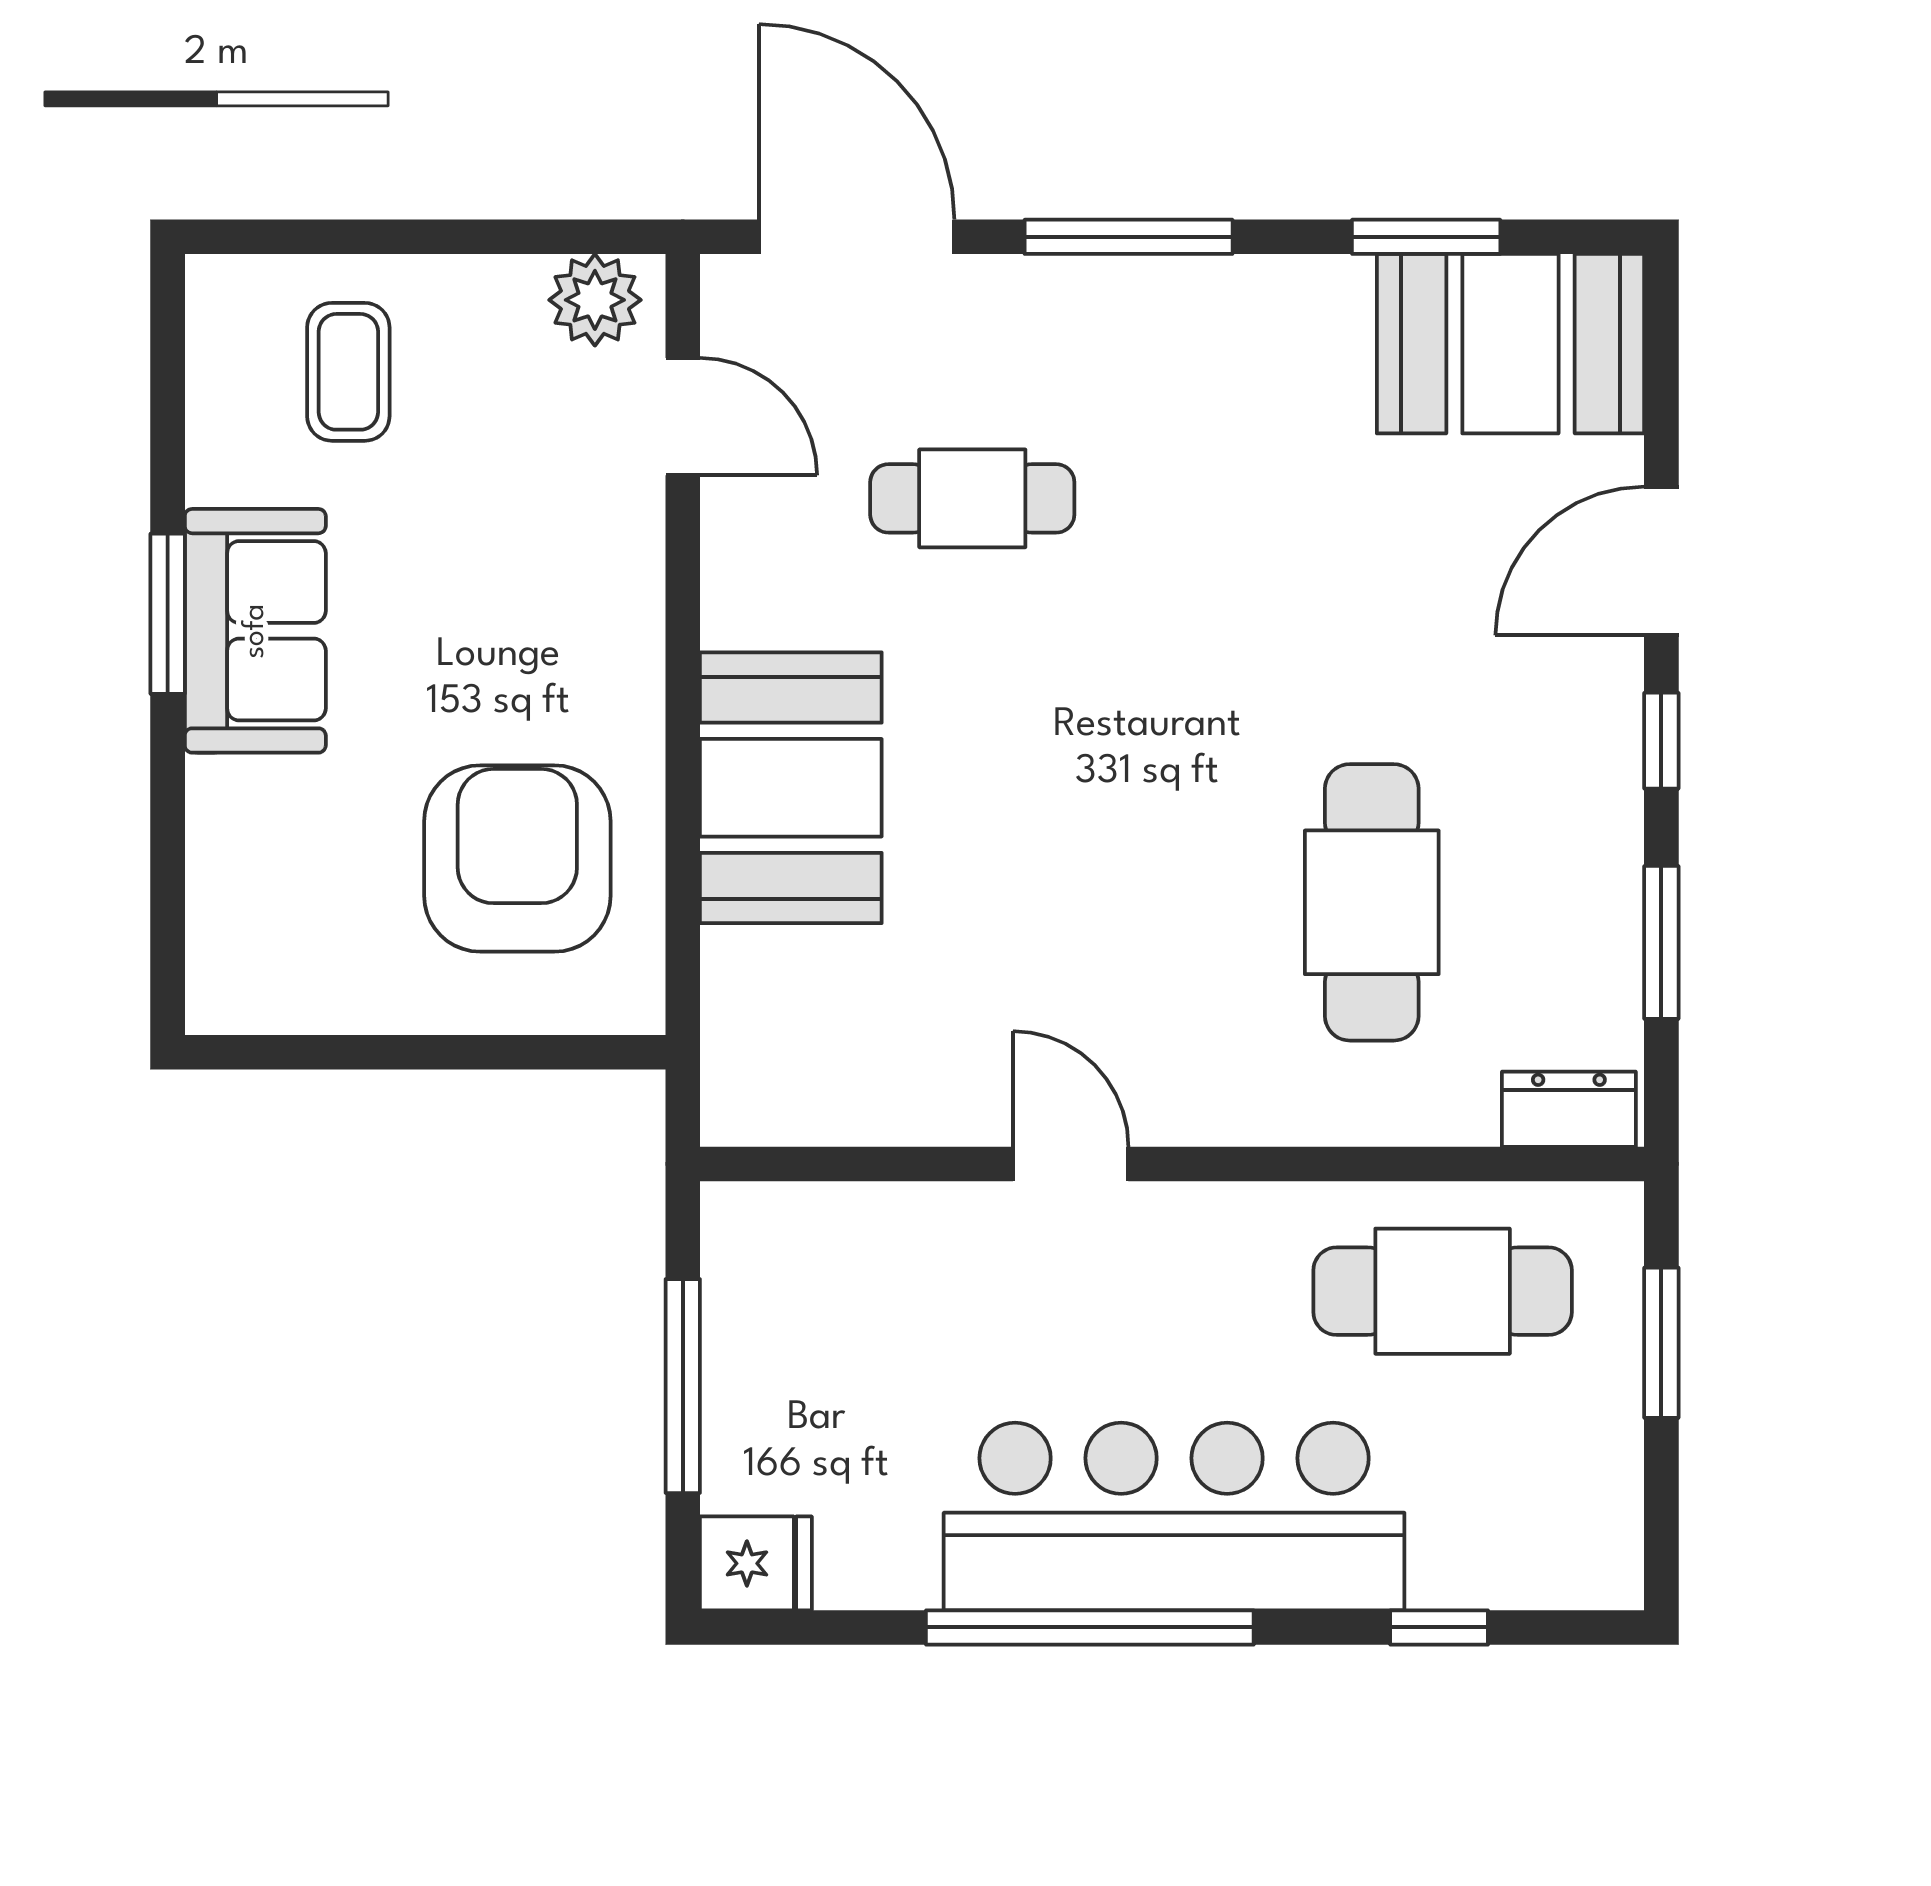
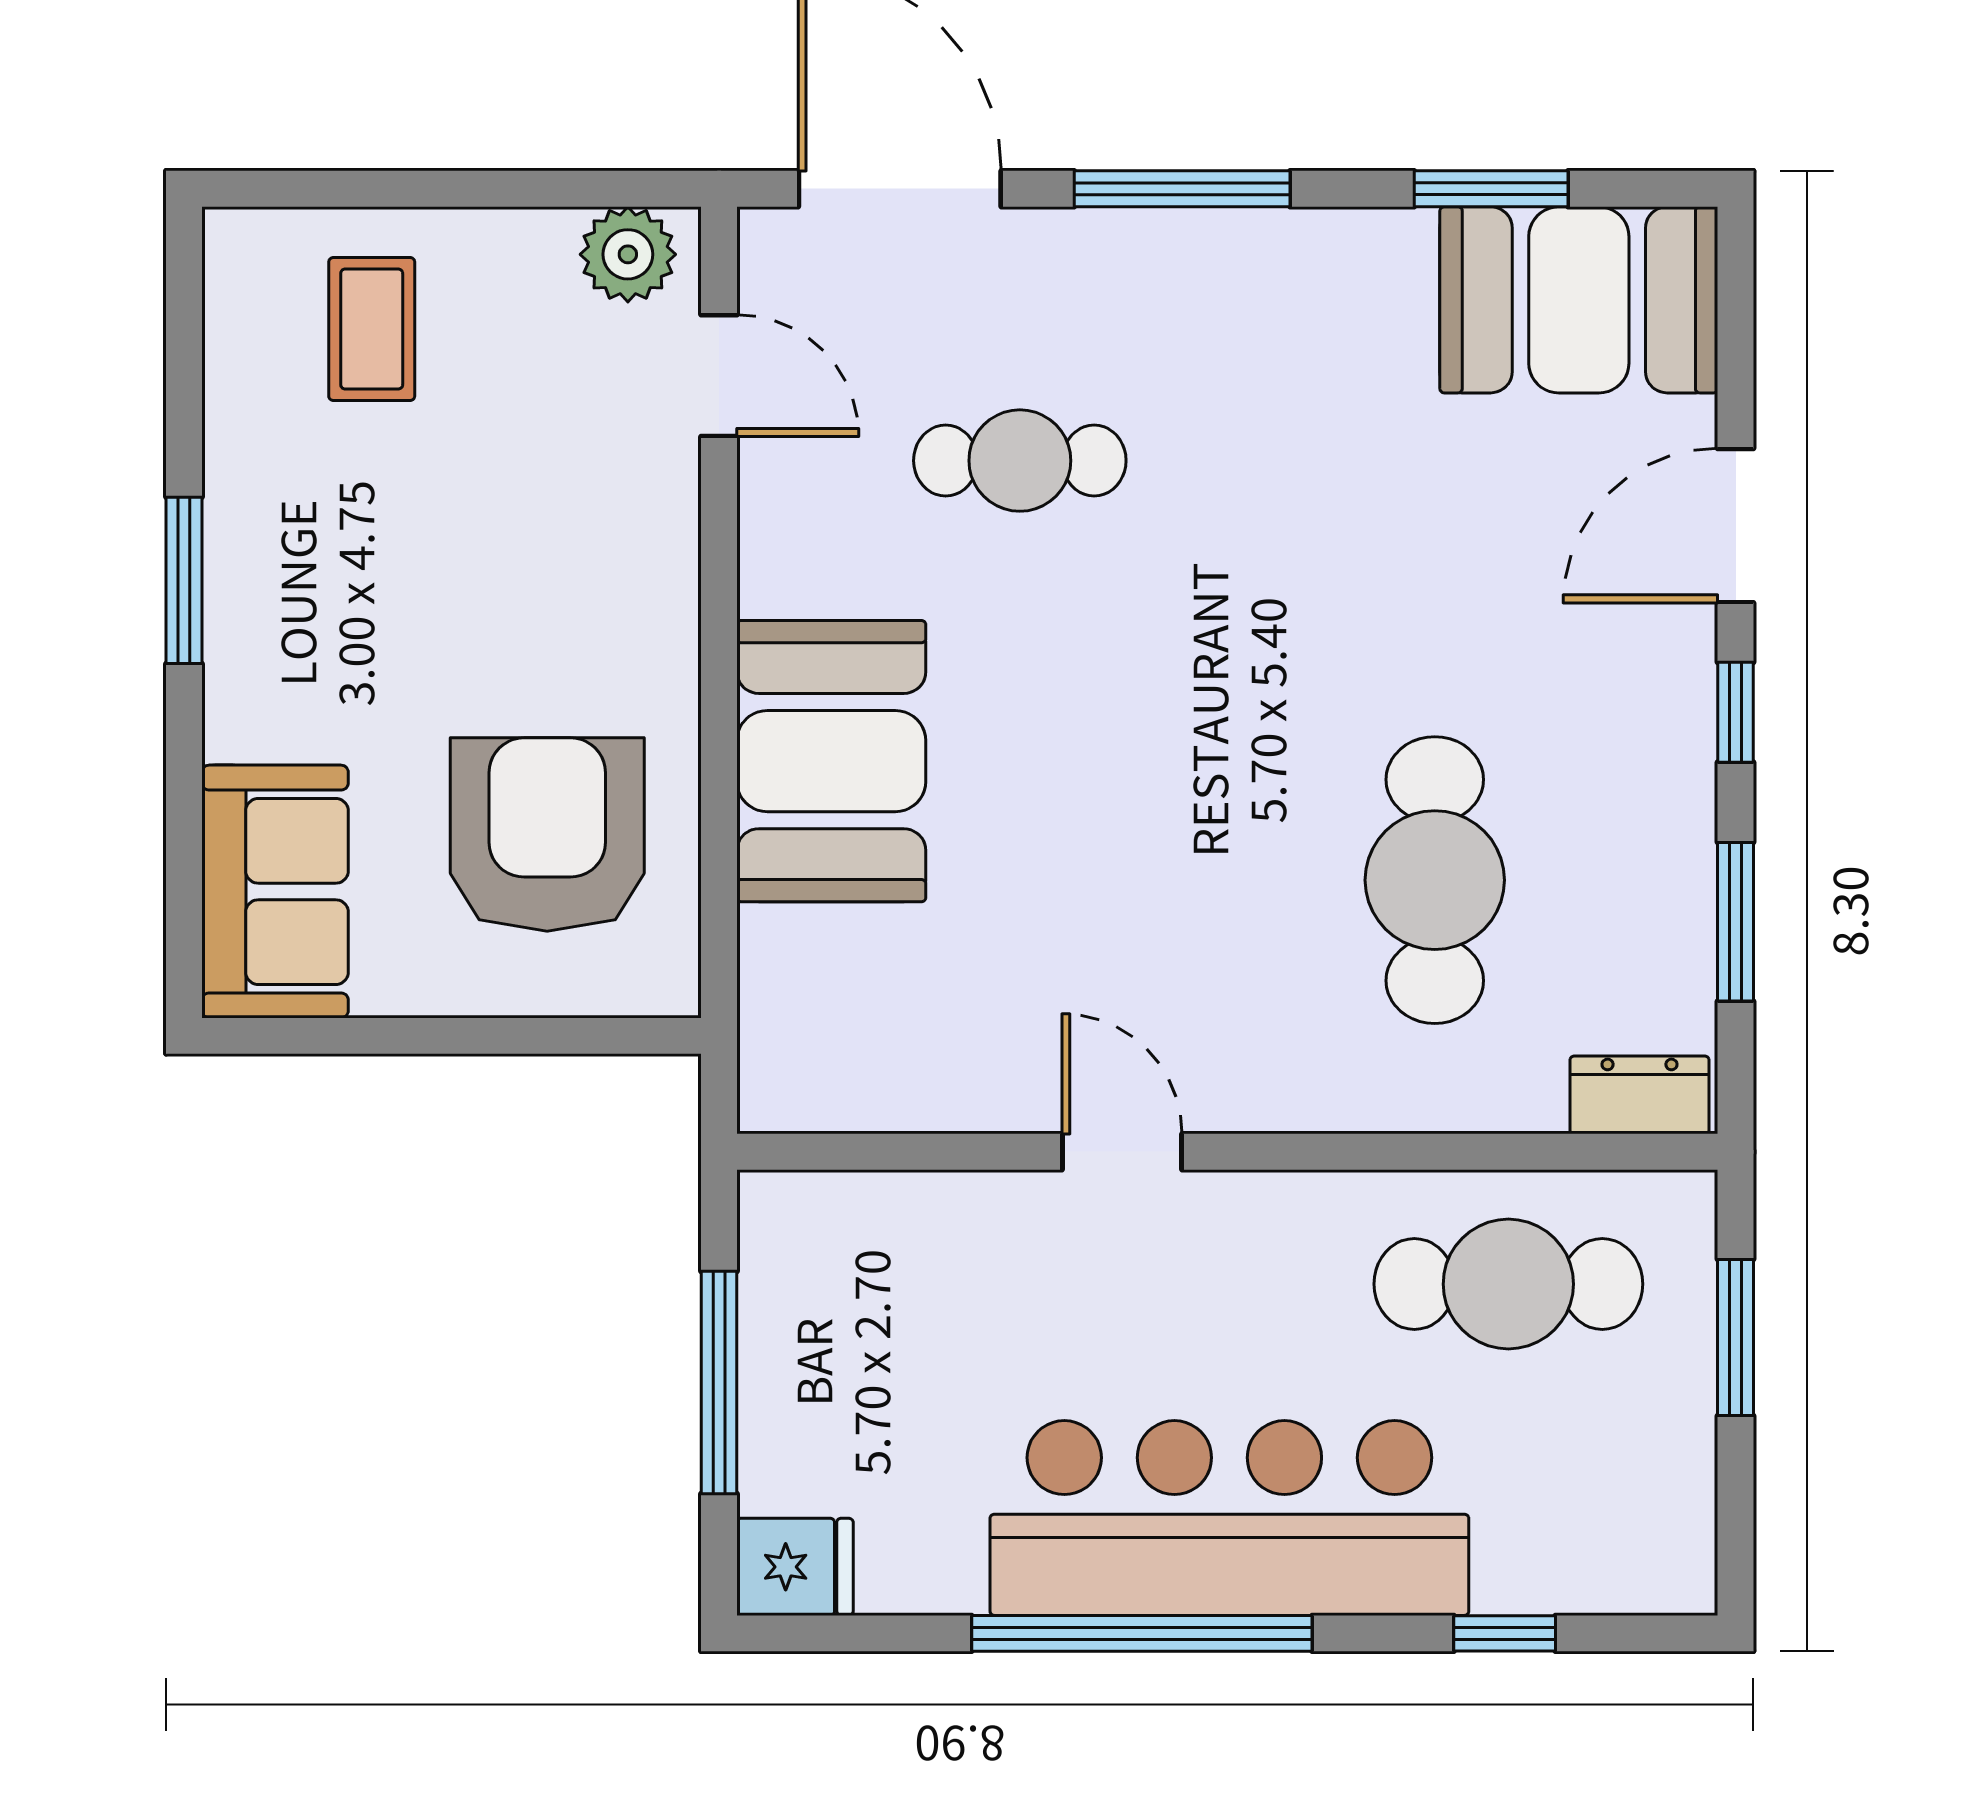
sofa: (255, 631) -> (275, 891), moved

